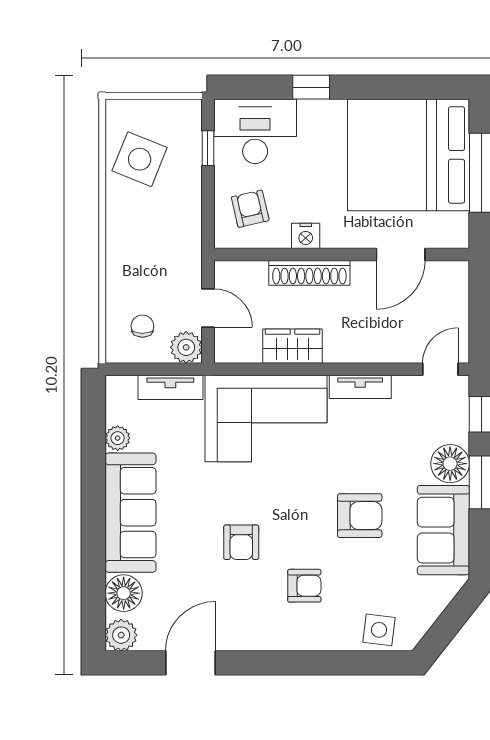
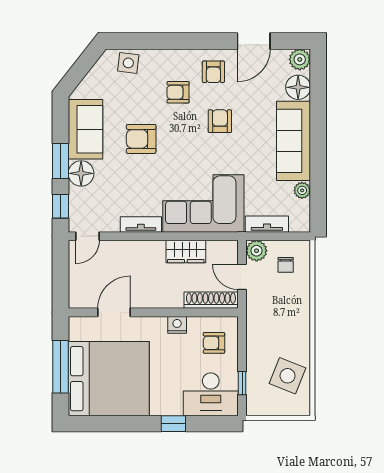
armchair: (250, 209) -> (214, 343), turned 103
shoe rack: (309, 273) -> (211, 300), moved
armchair: (251, 616) -> (213, 72), added

